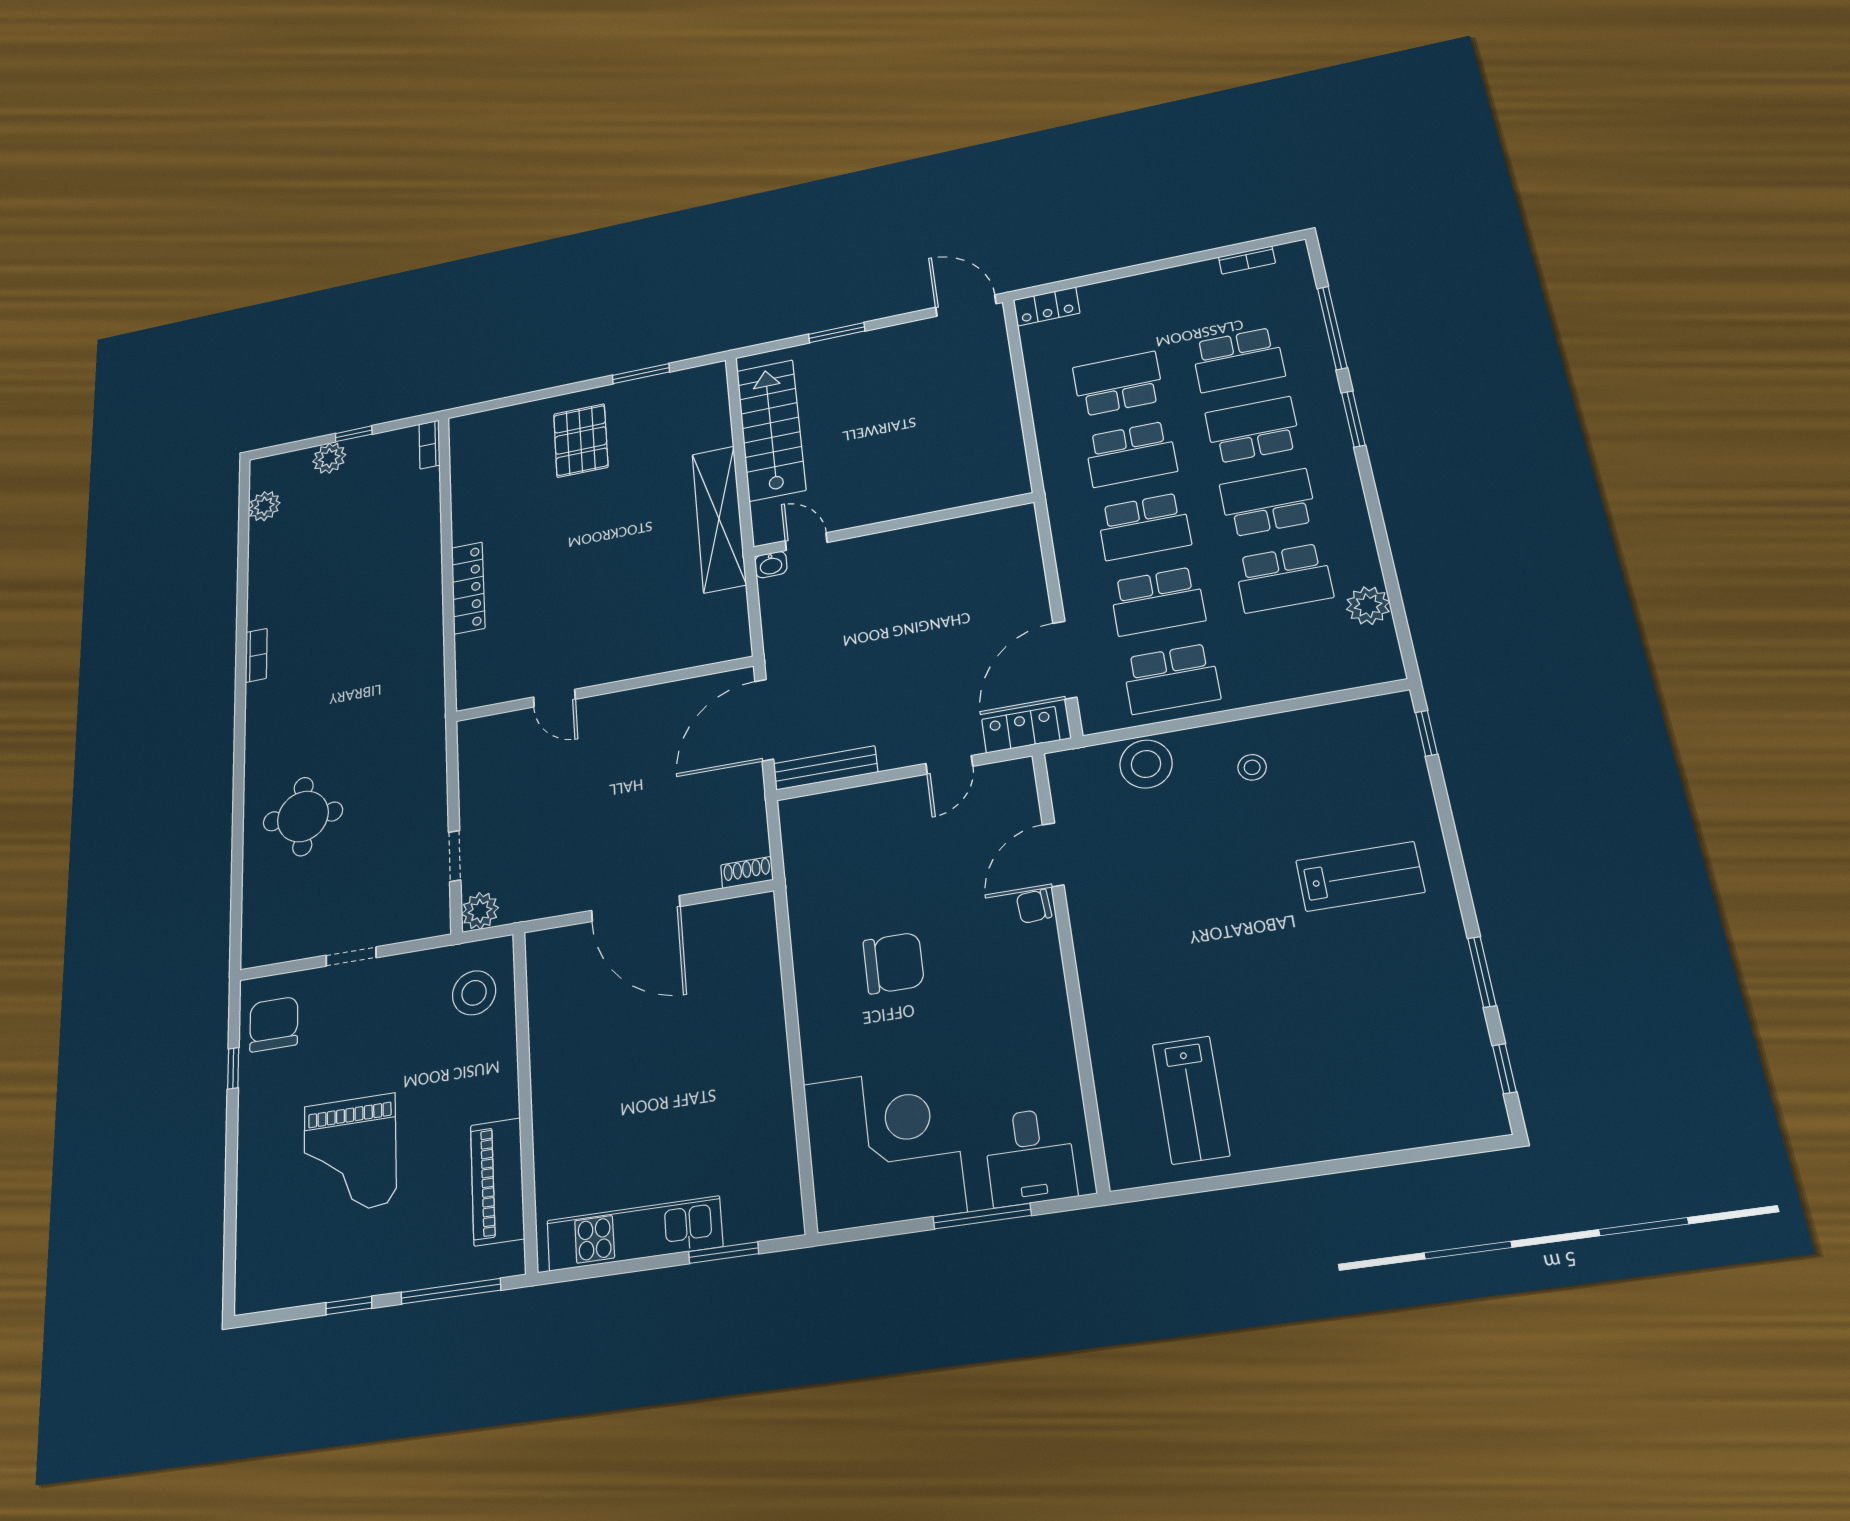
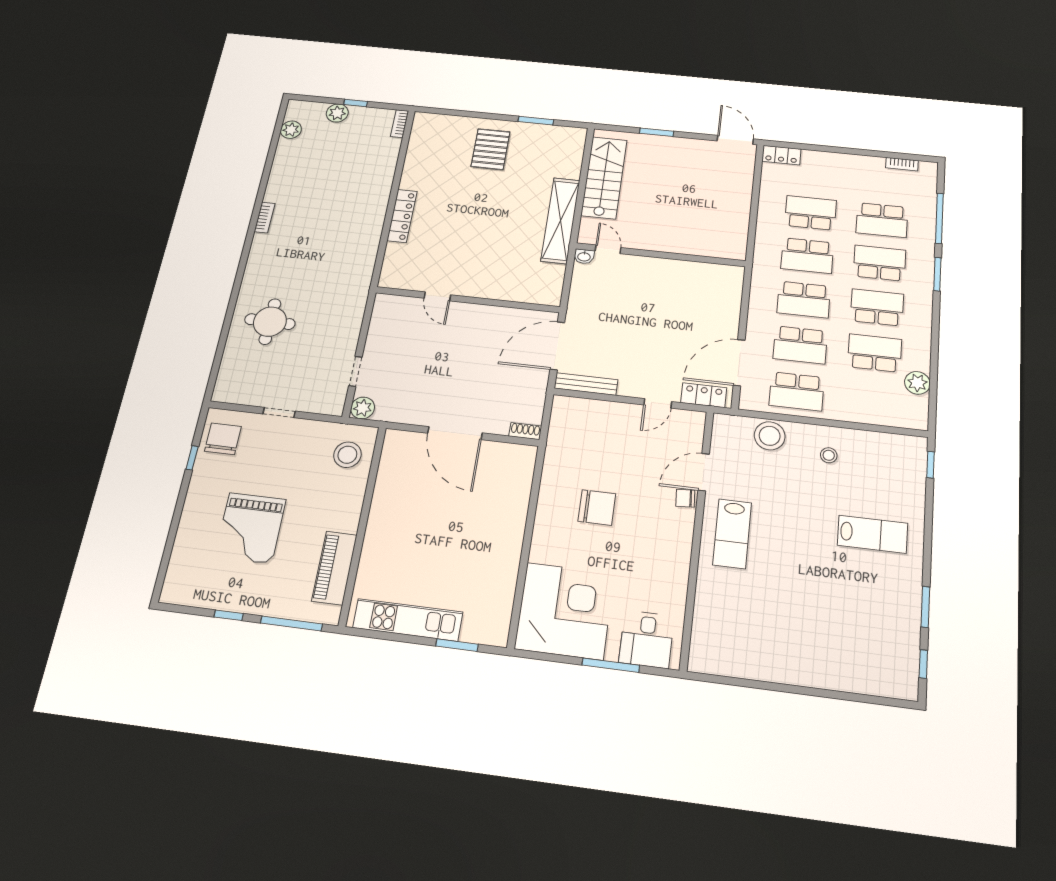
school desk: (1284, 578) -> (875, 353), turned 180
lab bench: (1191, 1100) -> (732, 534), moved

